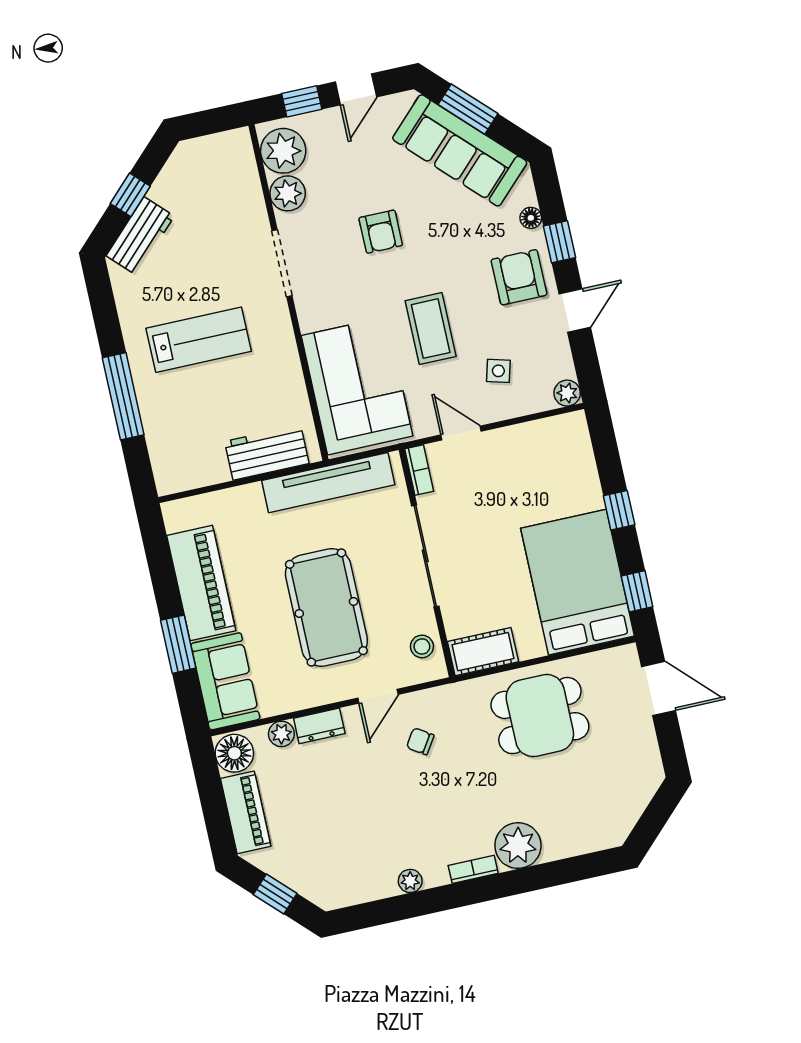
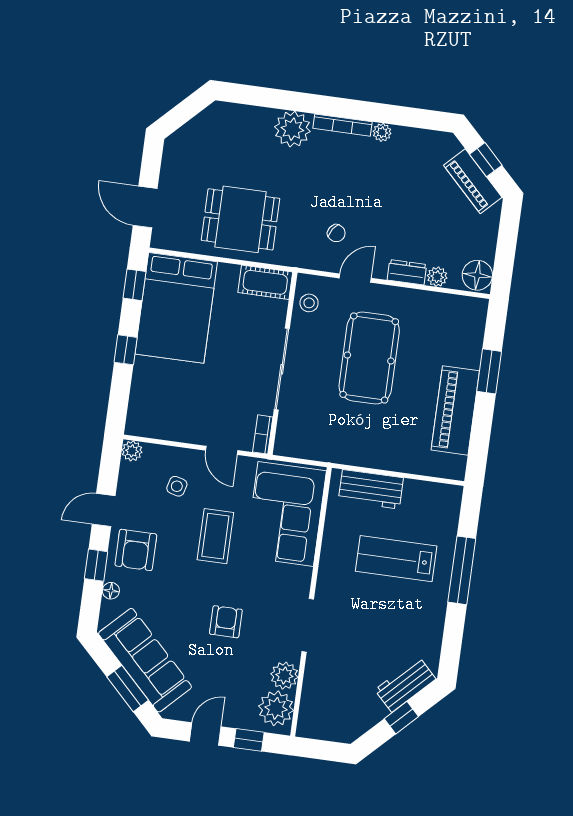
lab bench: (199, 340) -> (396, 559), moved
tv unit: (328, 483) -> (334, 450), removed
sofa: (225, 681) -> (464, 331), removed
piano: (246, 812) -> (473, 181), moved, turned -45
bookcase: (473, 869) -> (343, 125), width x1.56

